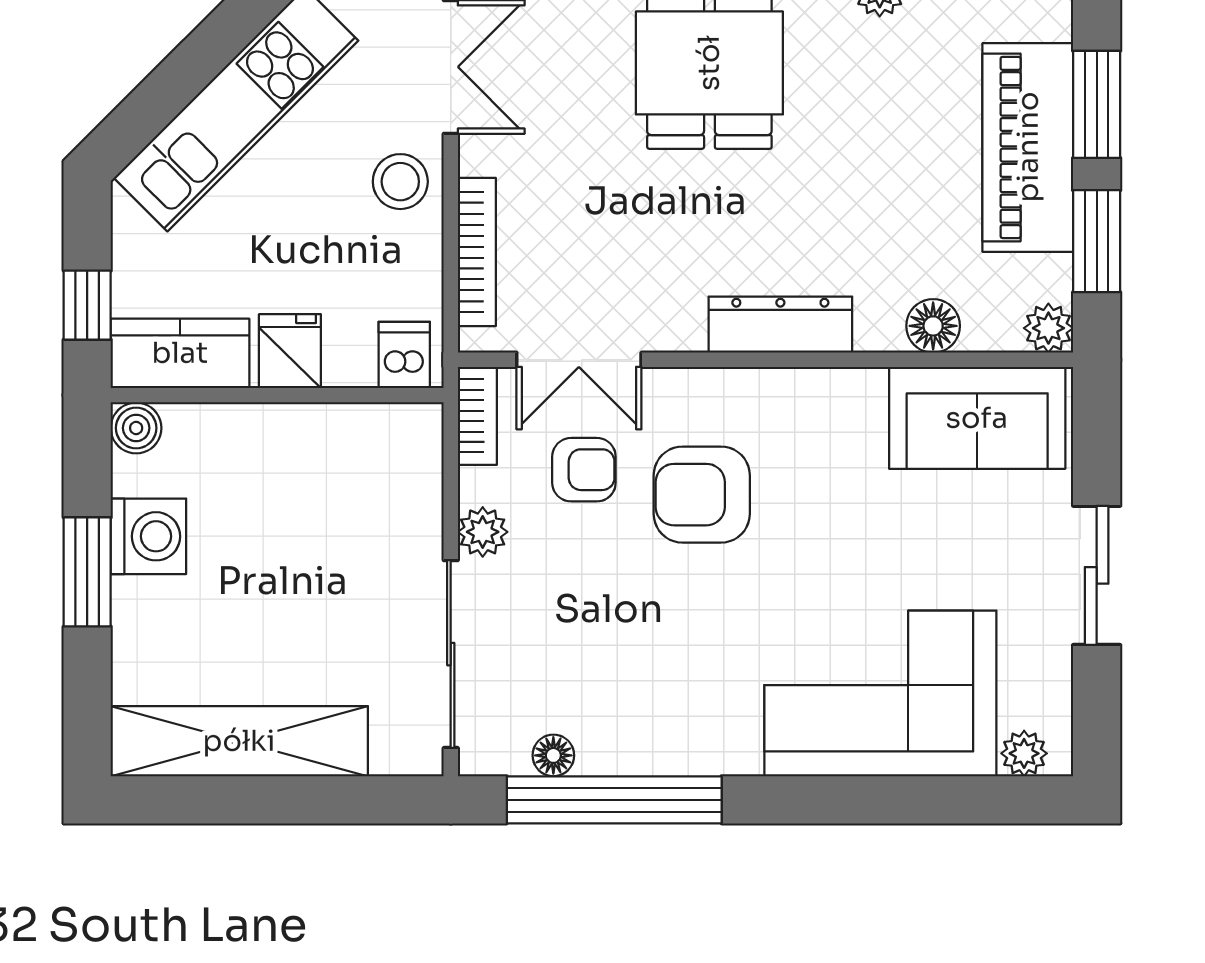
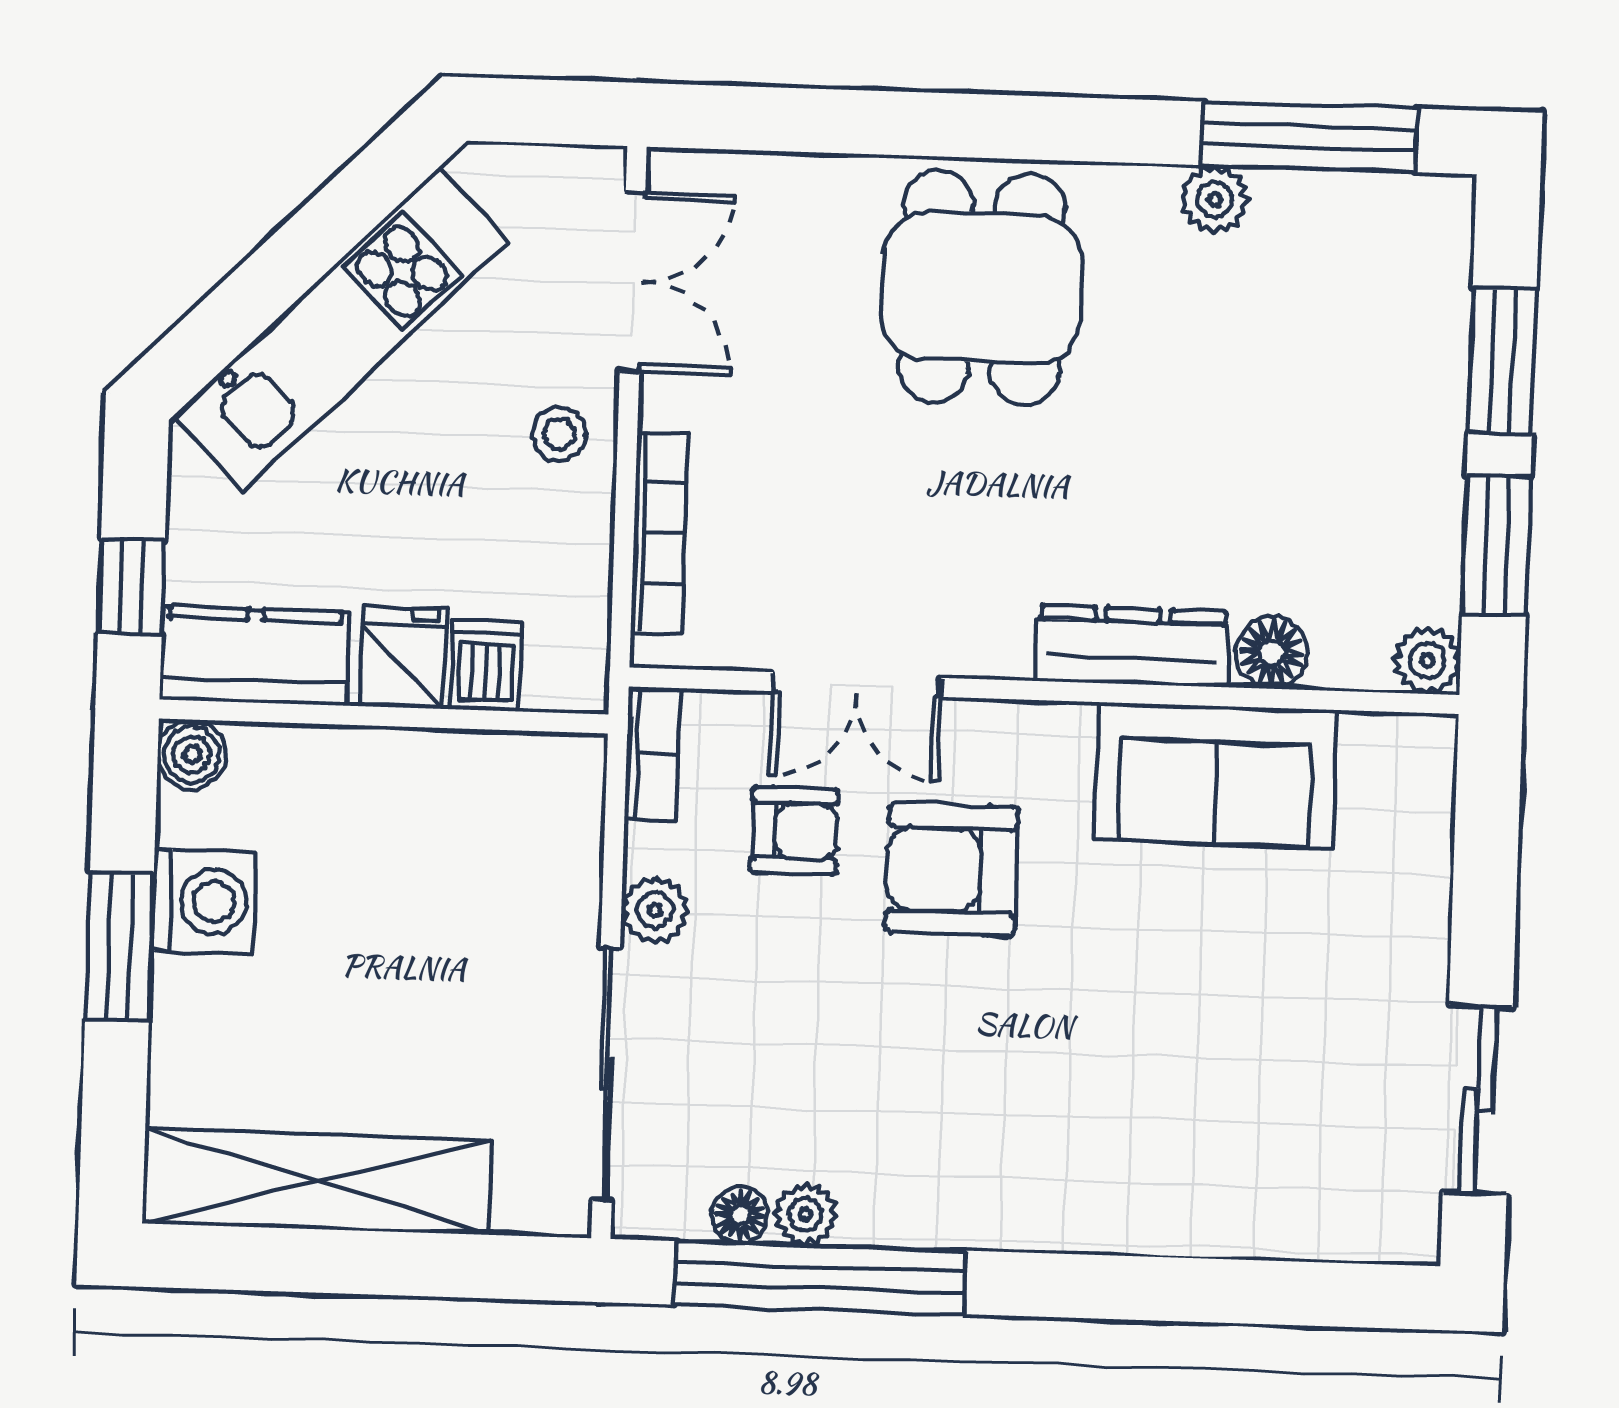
piano: (1028, 147) -> (1408, 416), removed
stool: (400, 182) -> (559, 434), width x0.73, depth x0.73
dresser: (780, 325) -> (1132, 646), moved
dishwasher: (404, 355) -> (485, 666), moved
double door: (579, 360) -> (857, 684), moved
sofa: (977, 418) -> (1215, 775), moved
sliding door: (1097, 575) -> (1478, 1100), moved
corner sofa: (880, 693) -> (1184, 1146), removed
plant: (1024, 753) -> (806, 1214), moved

